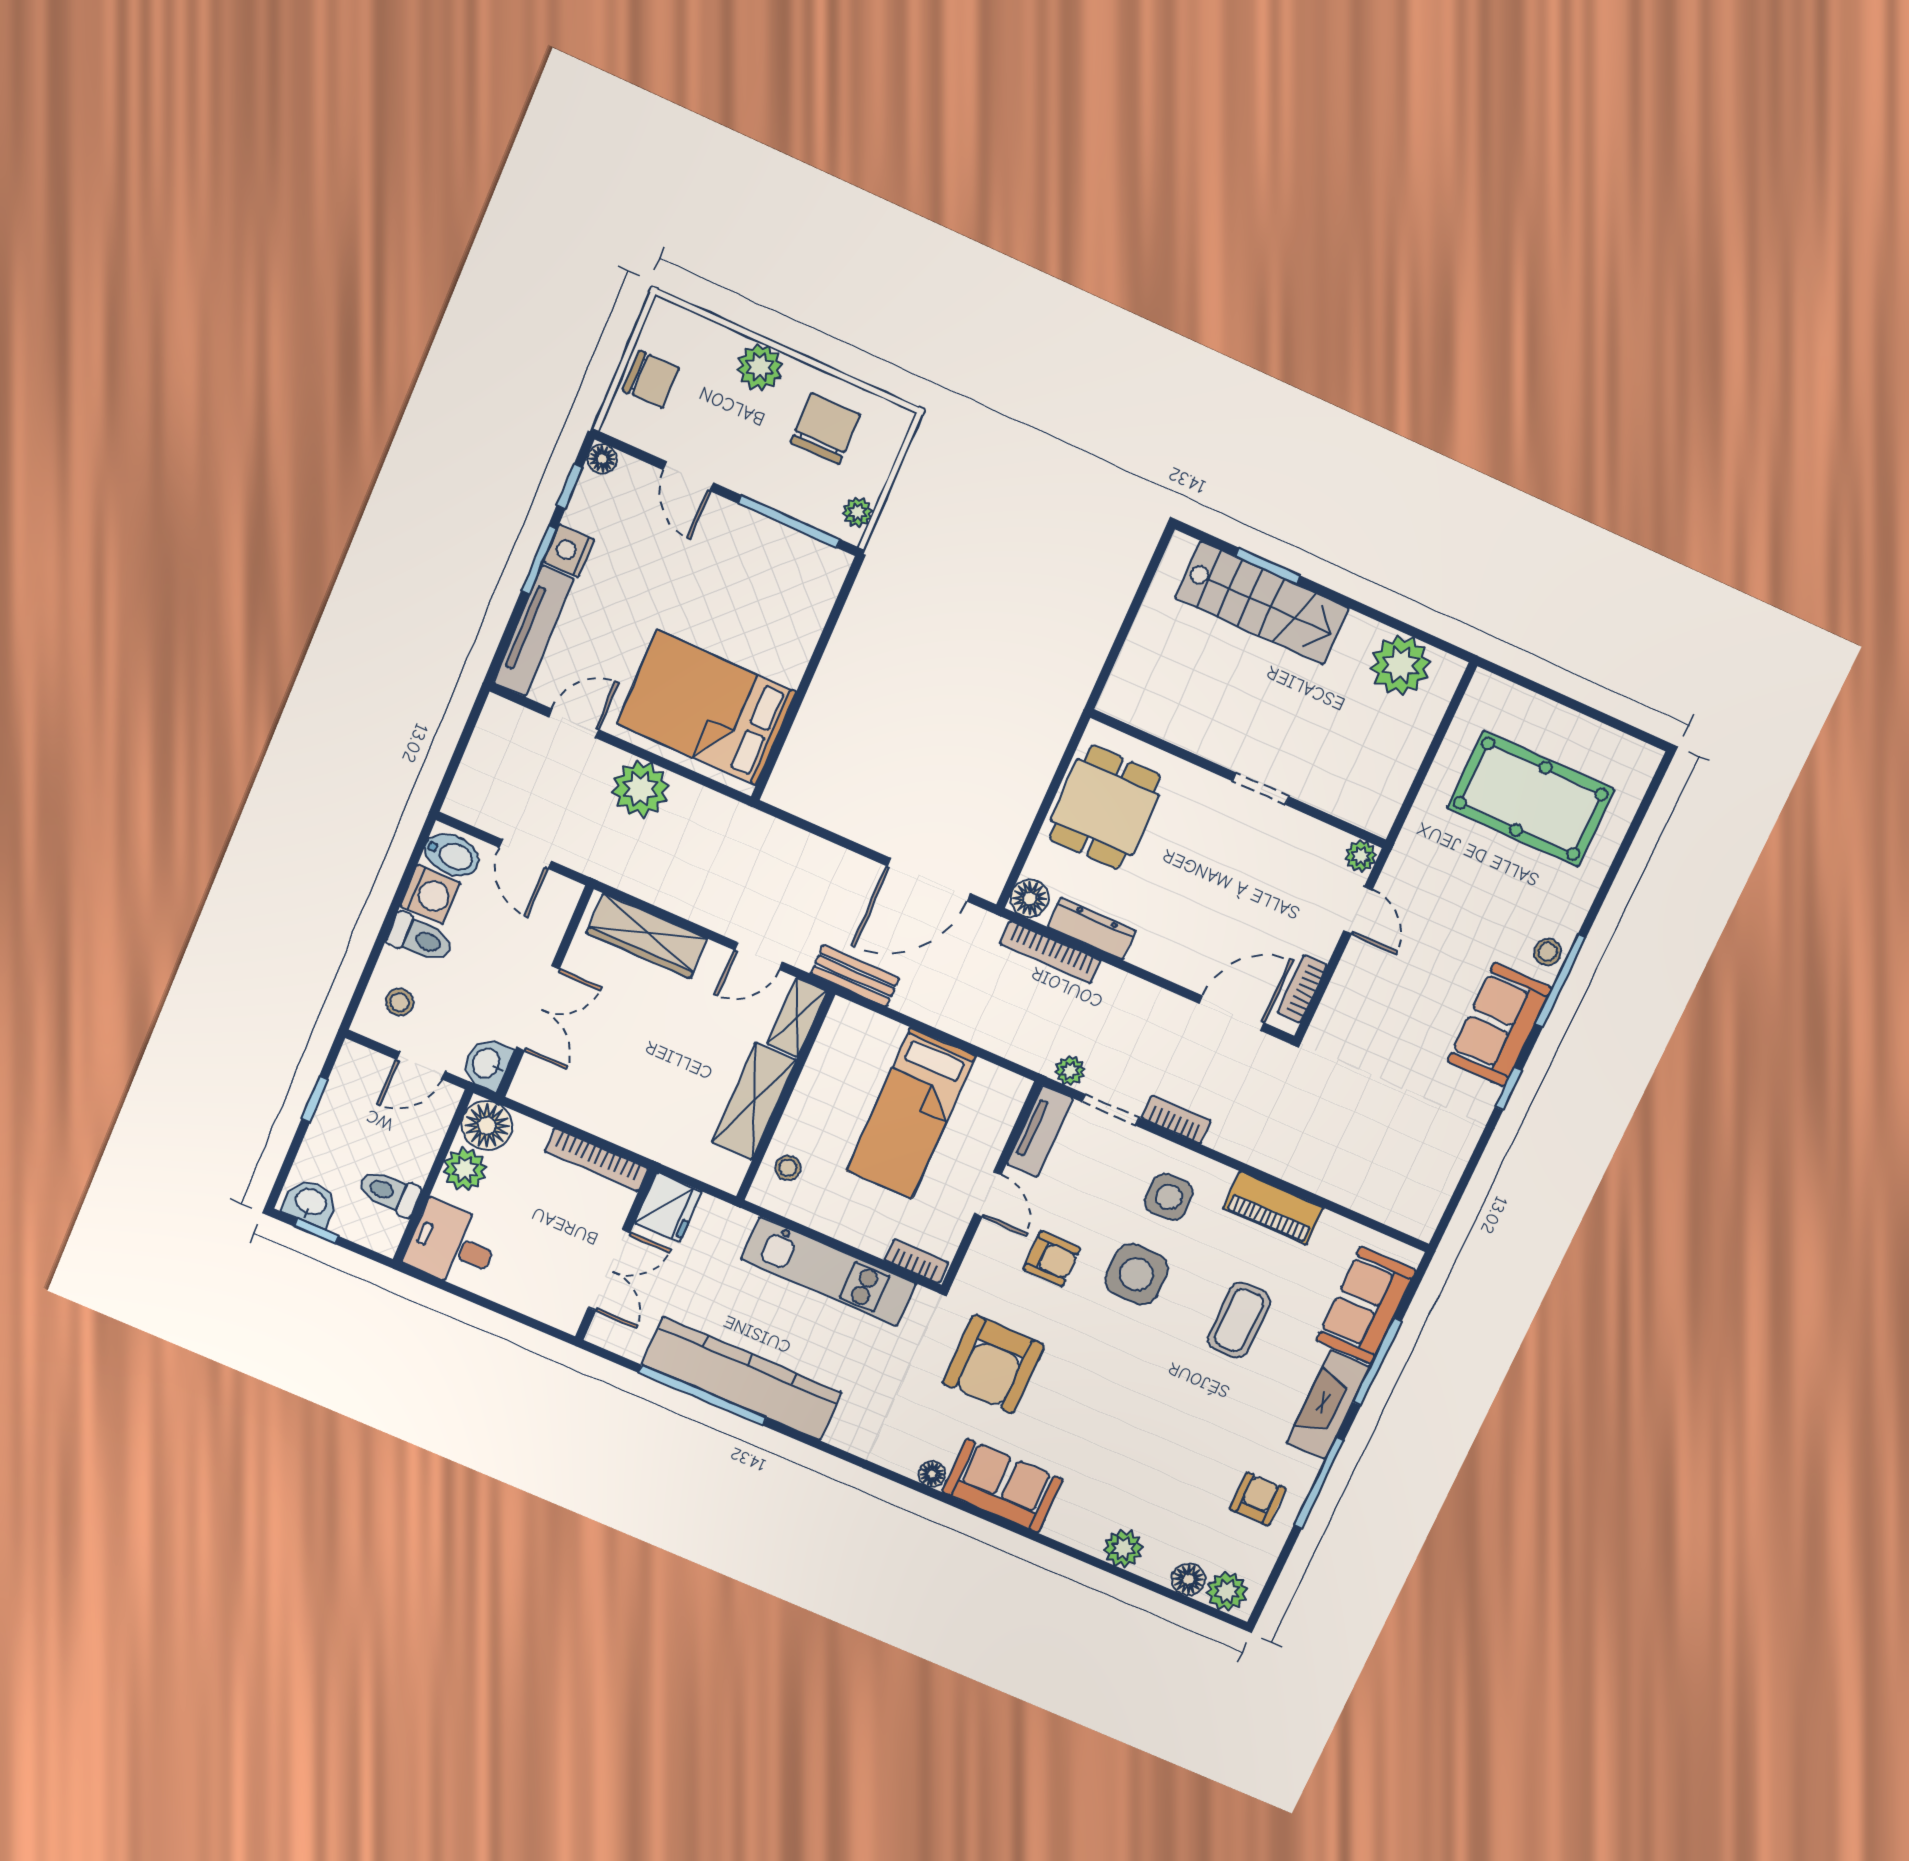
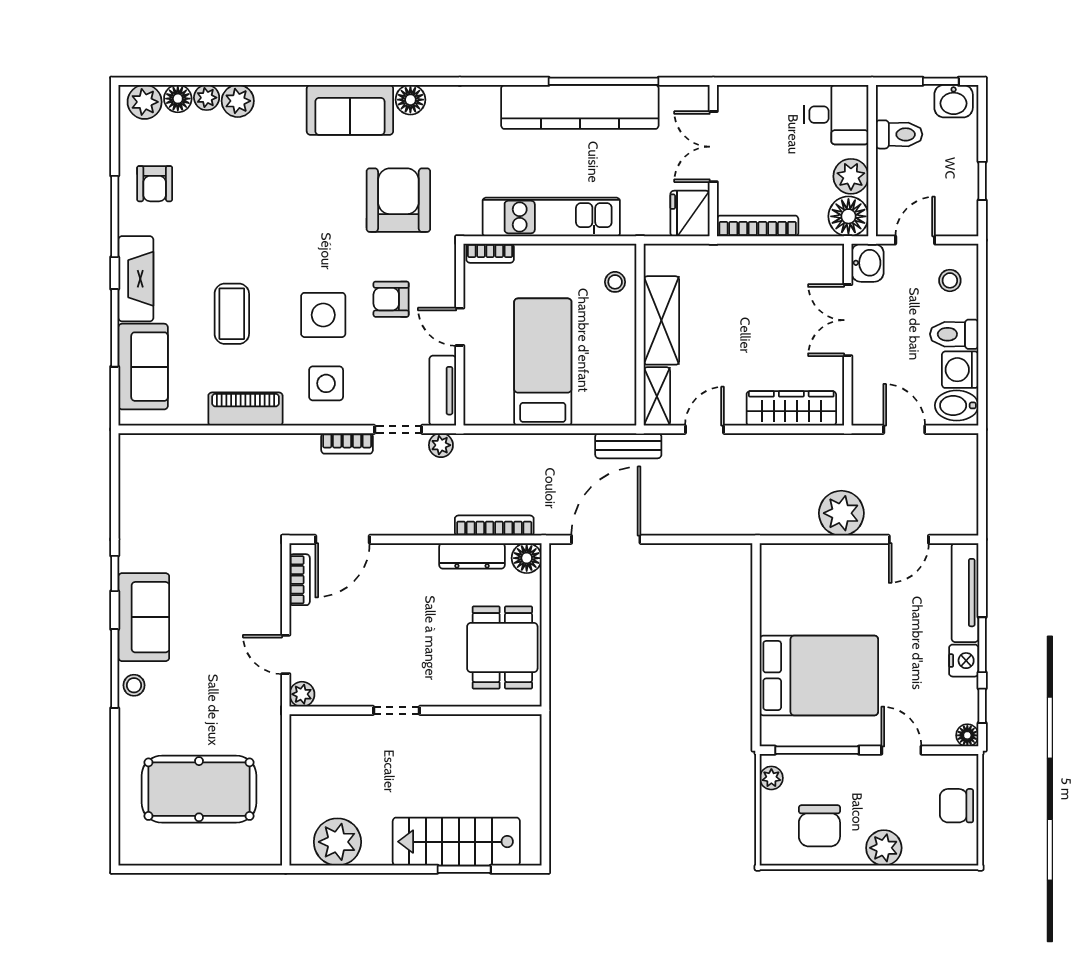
bed: (706, 708) -> (819, 675), moved
floor lamp: (932, 1474) -> (410, 100), width x1.37, depth x1.37
plant: (1156, 1567) -> (207, 98), added

